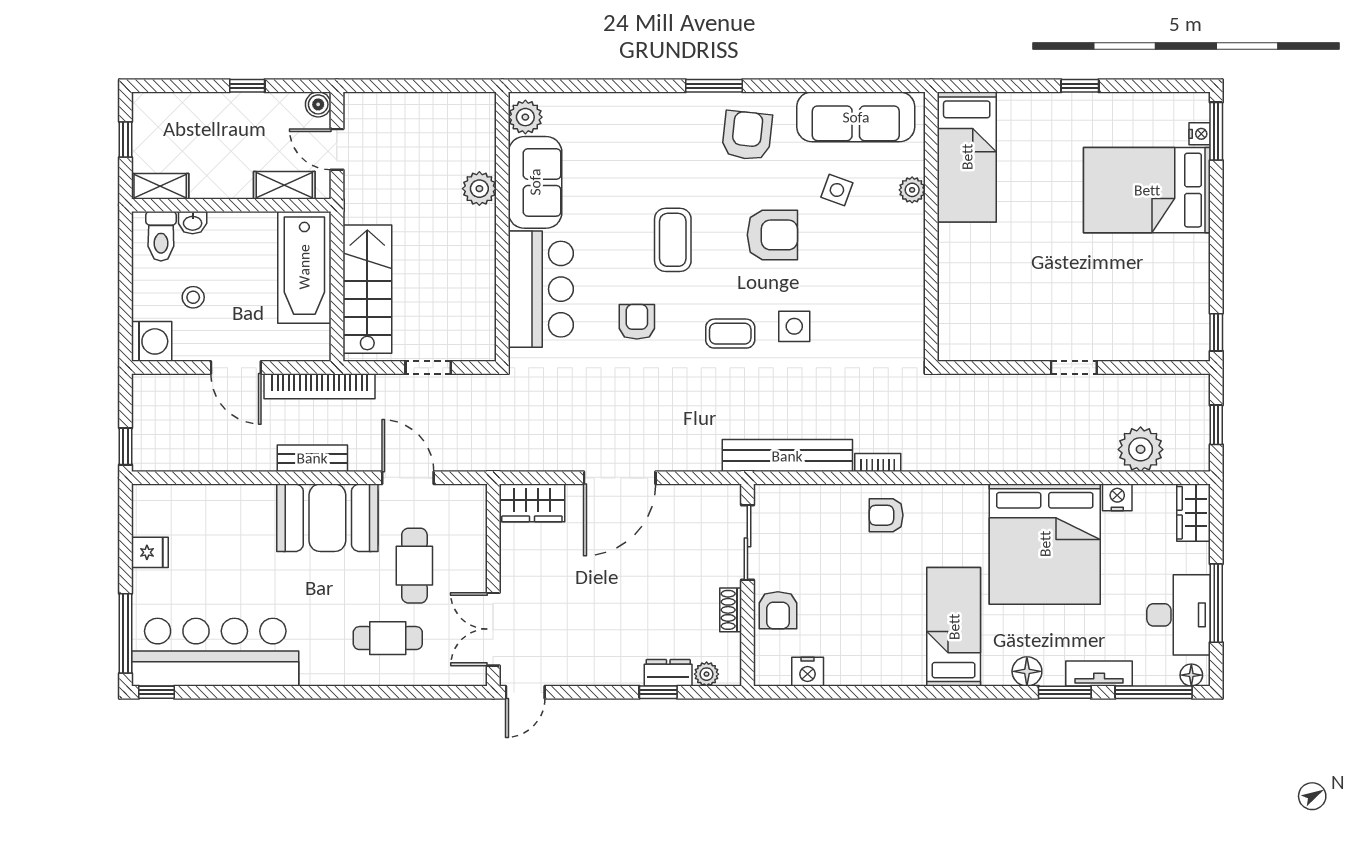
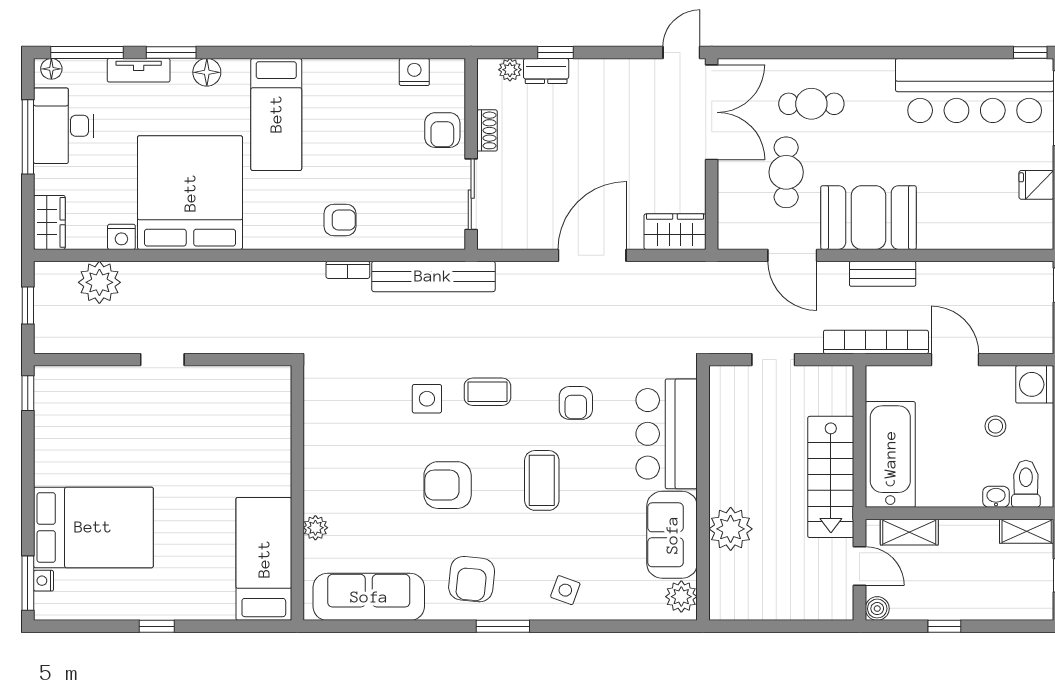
plant: (479, 189) -> (731, 529), width x1.36, depth x1.36
side table: (837, 190) -> (565, 590), moved
stairs: (367, 289) -> (831, 477), moved
armchair: (778, 610) -> (442, 130), turned 180
double door: (493, 629) -> (712, 112), width x1.37

